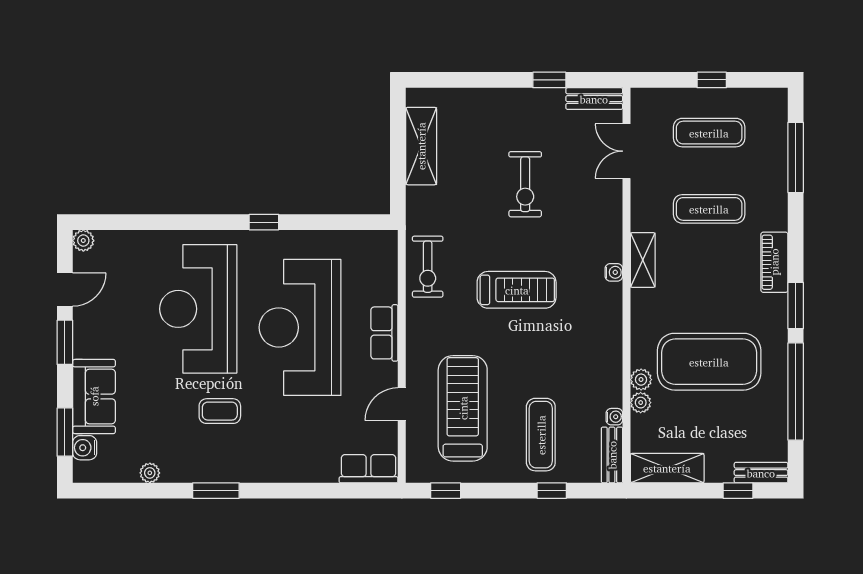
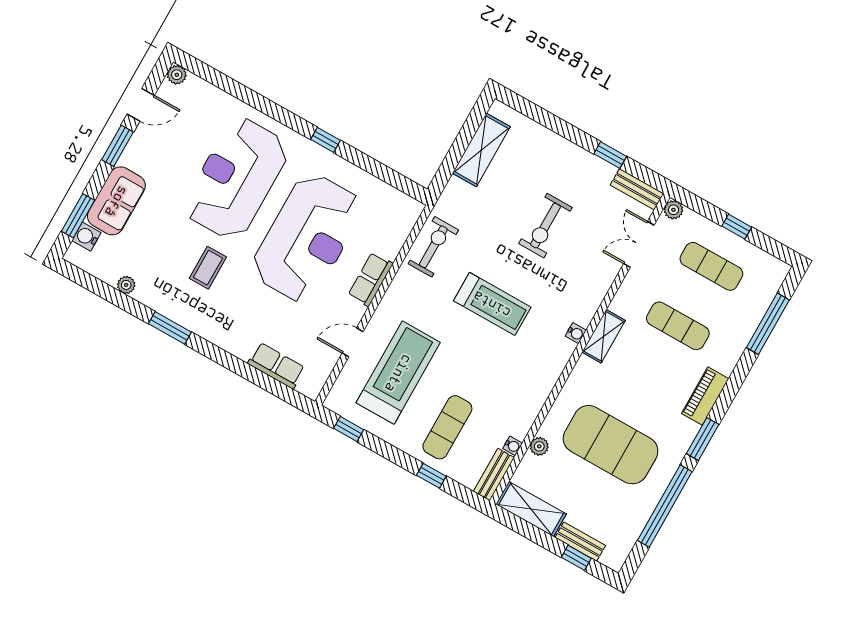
exercise bike: (428, 267) -> (433, 247), turned 180
reception desk: (300, 327) -> (307, 238), turned 180
plant: (641, 380) -> (673, 210), moved
coffee table: (220, 411) -> (208, 268), turned 90
row of seats: (369, 469) -> (276, 366), moved
bench: (761, 473) -> (580, 542), moved

